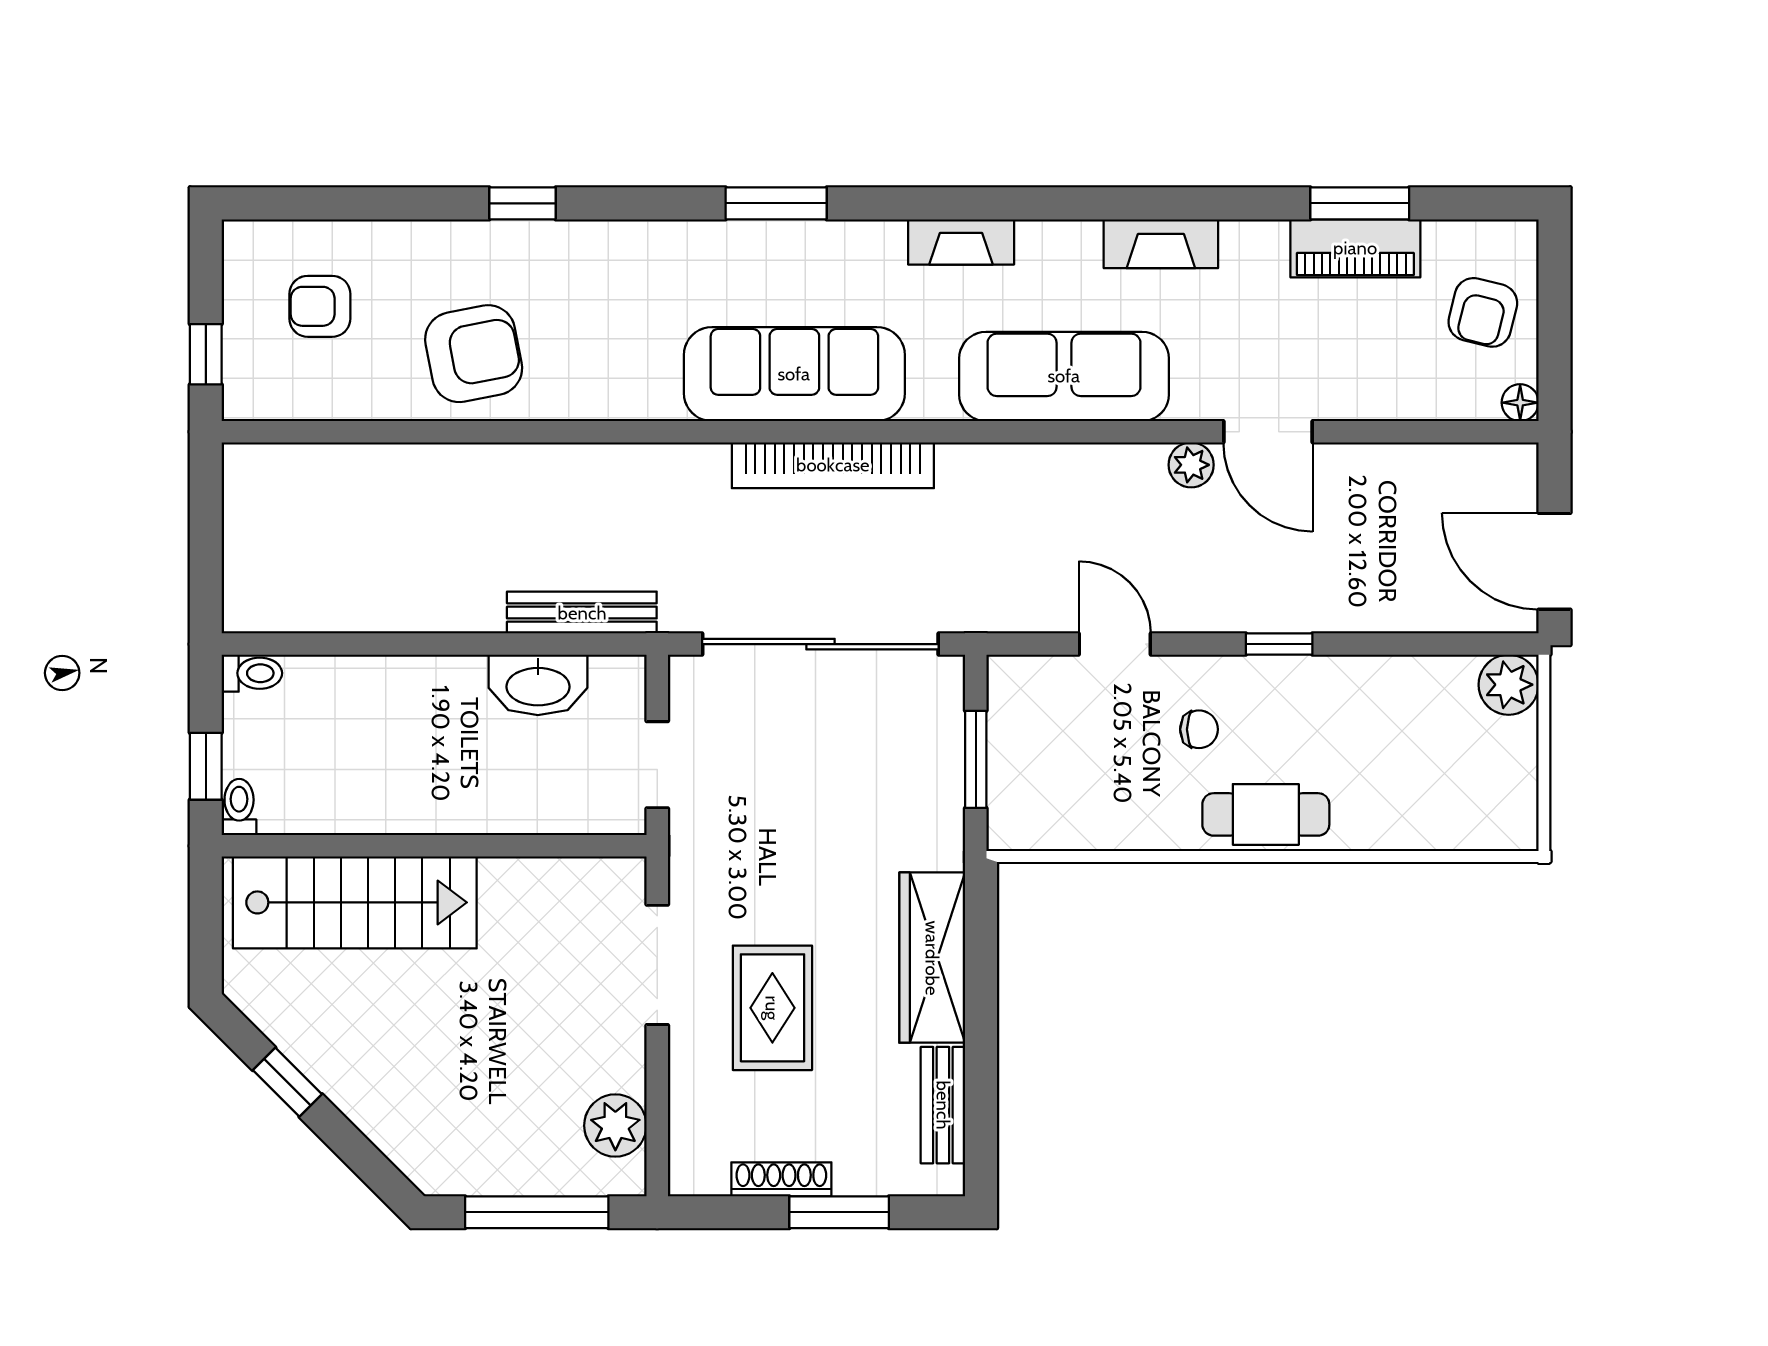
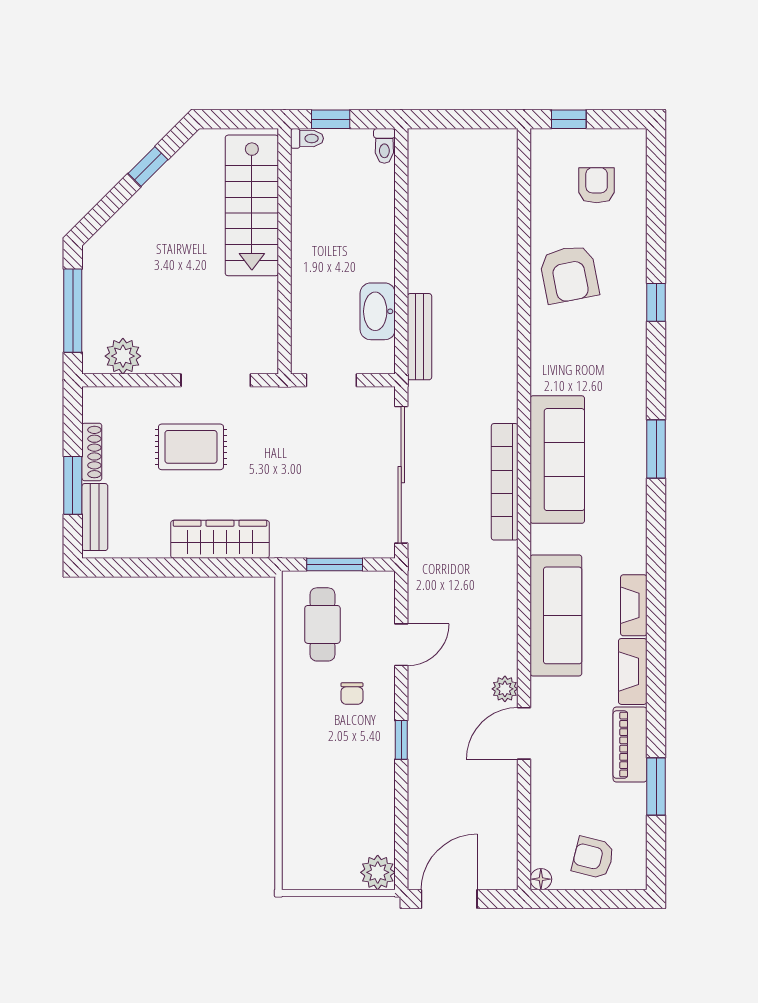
fireplace: (961, 242) -> (634, 605), moved
piano: (1355, 248) -> (630, 745), moved
cafe table: (1266, 814) -> (322, 624), moved
bench: (943, 1105) -> (95, 517), moved, turned 90

